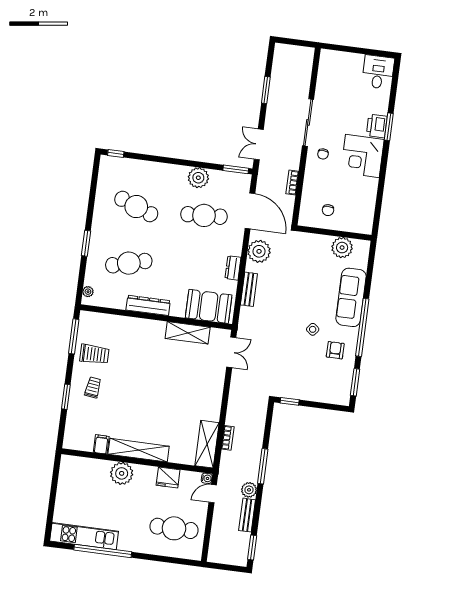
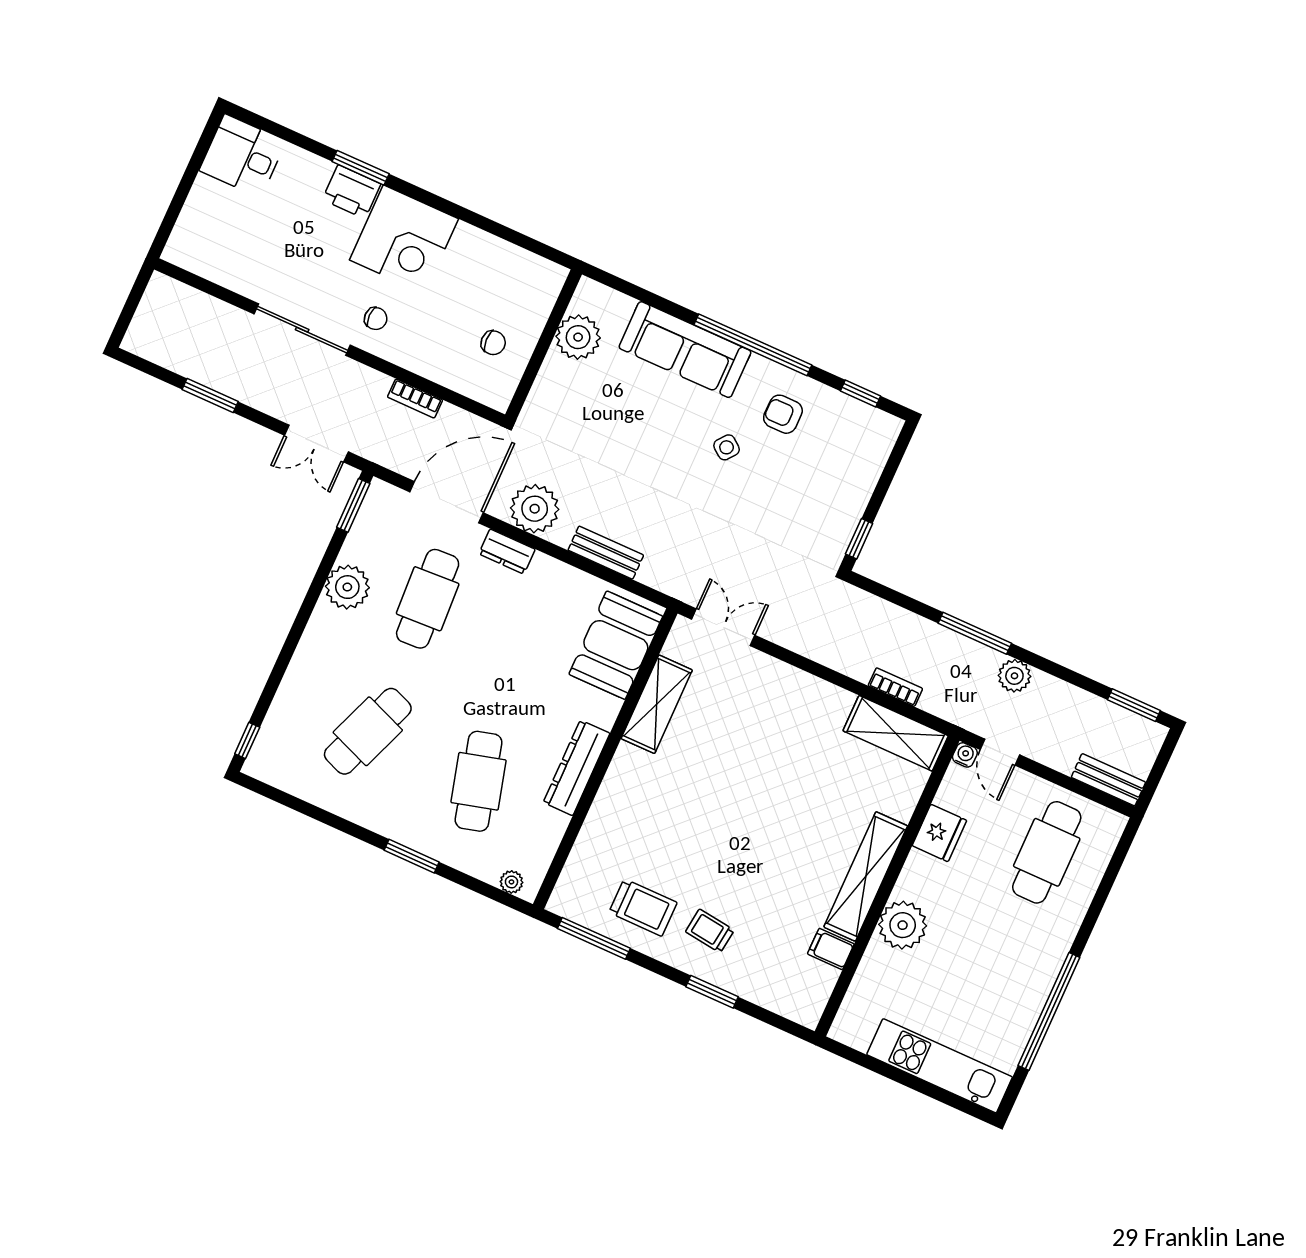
dresser: (233, 268) -> (507, 552), moved
trolley: (94, 354) -> (643, 908), turned 90
window: (355, 382) -> (861, 393), width x0.67
bench: (247, 515) -> (1108, 780), moved
kitchen unit: (84, 536) -> (940, 1066), moved, turned 90

